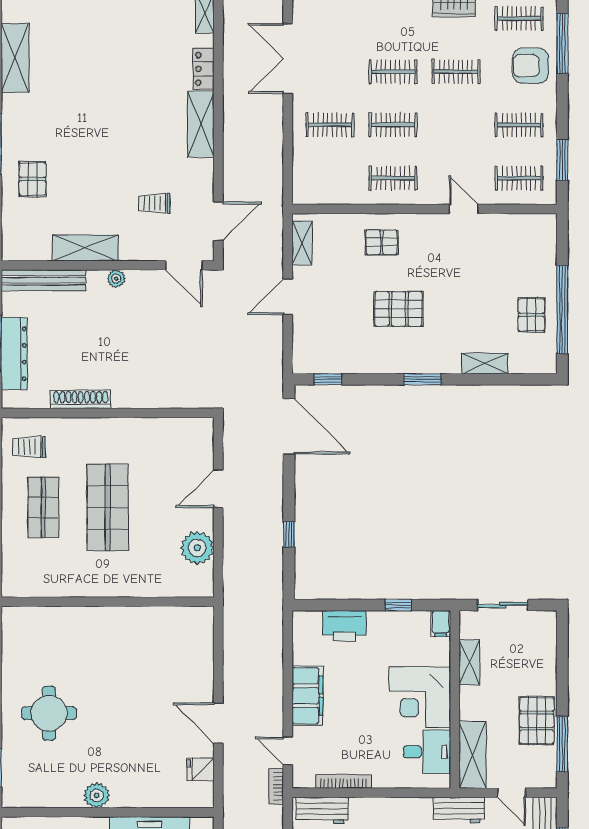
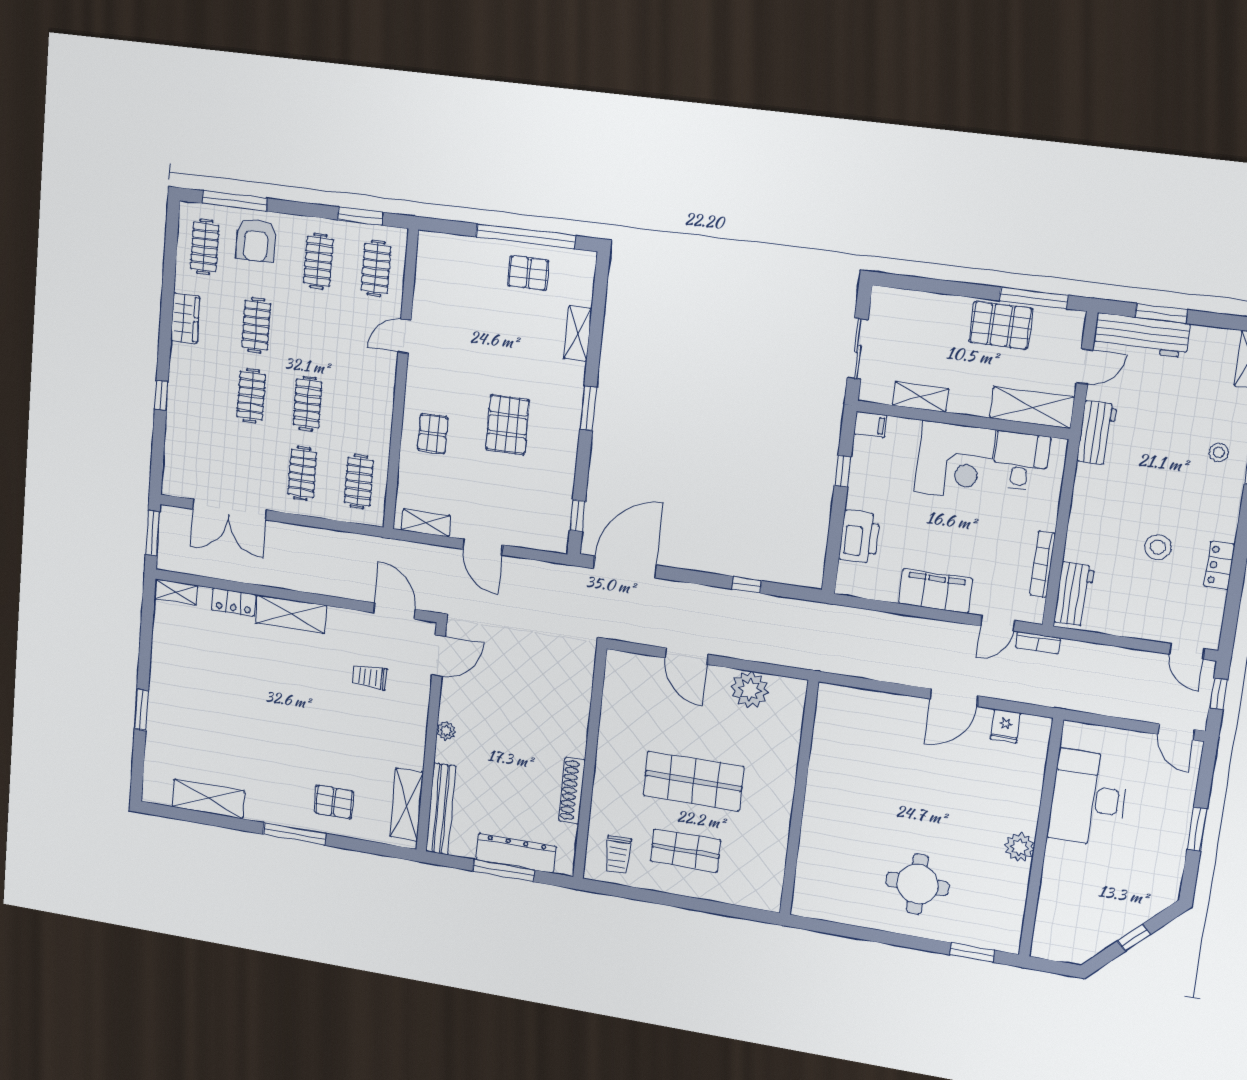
clothes rail: (393, 178) -> (359, 482), moved
trolley: (154, 203) -> (370, 677), turned 90
shelving: (85, 248) -> (407, 805), moved

